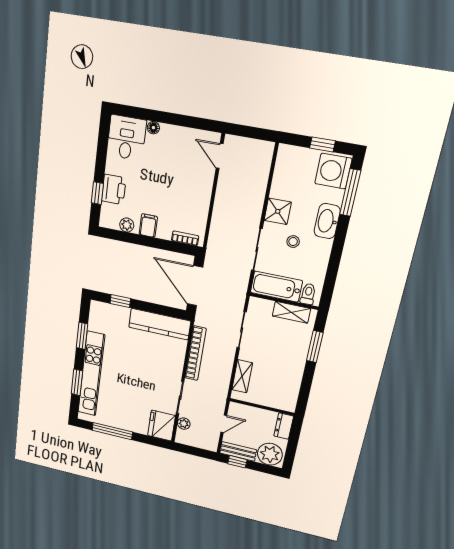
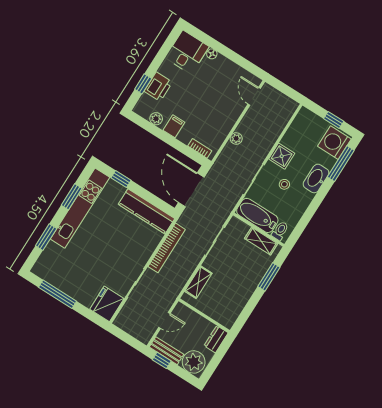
kitchen unit: (91, 374) -> (80, 208), moved
plant: (184, 424) -> (236, 139), moved

